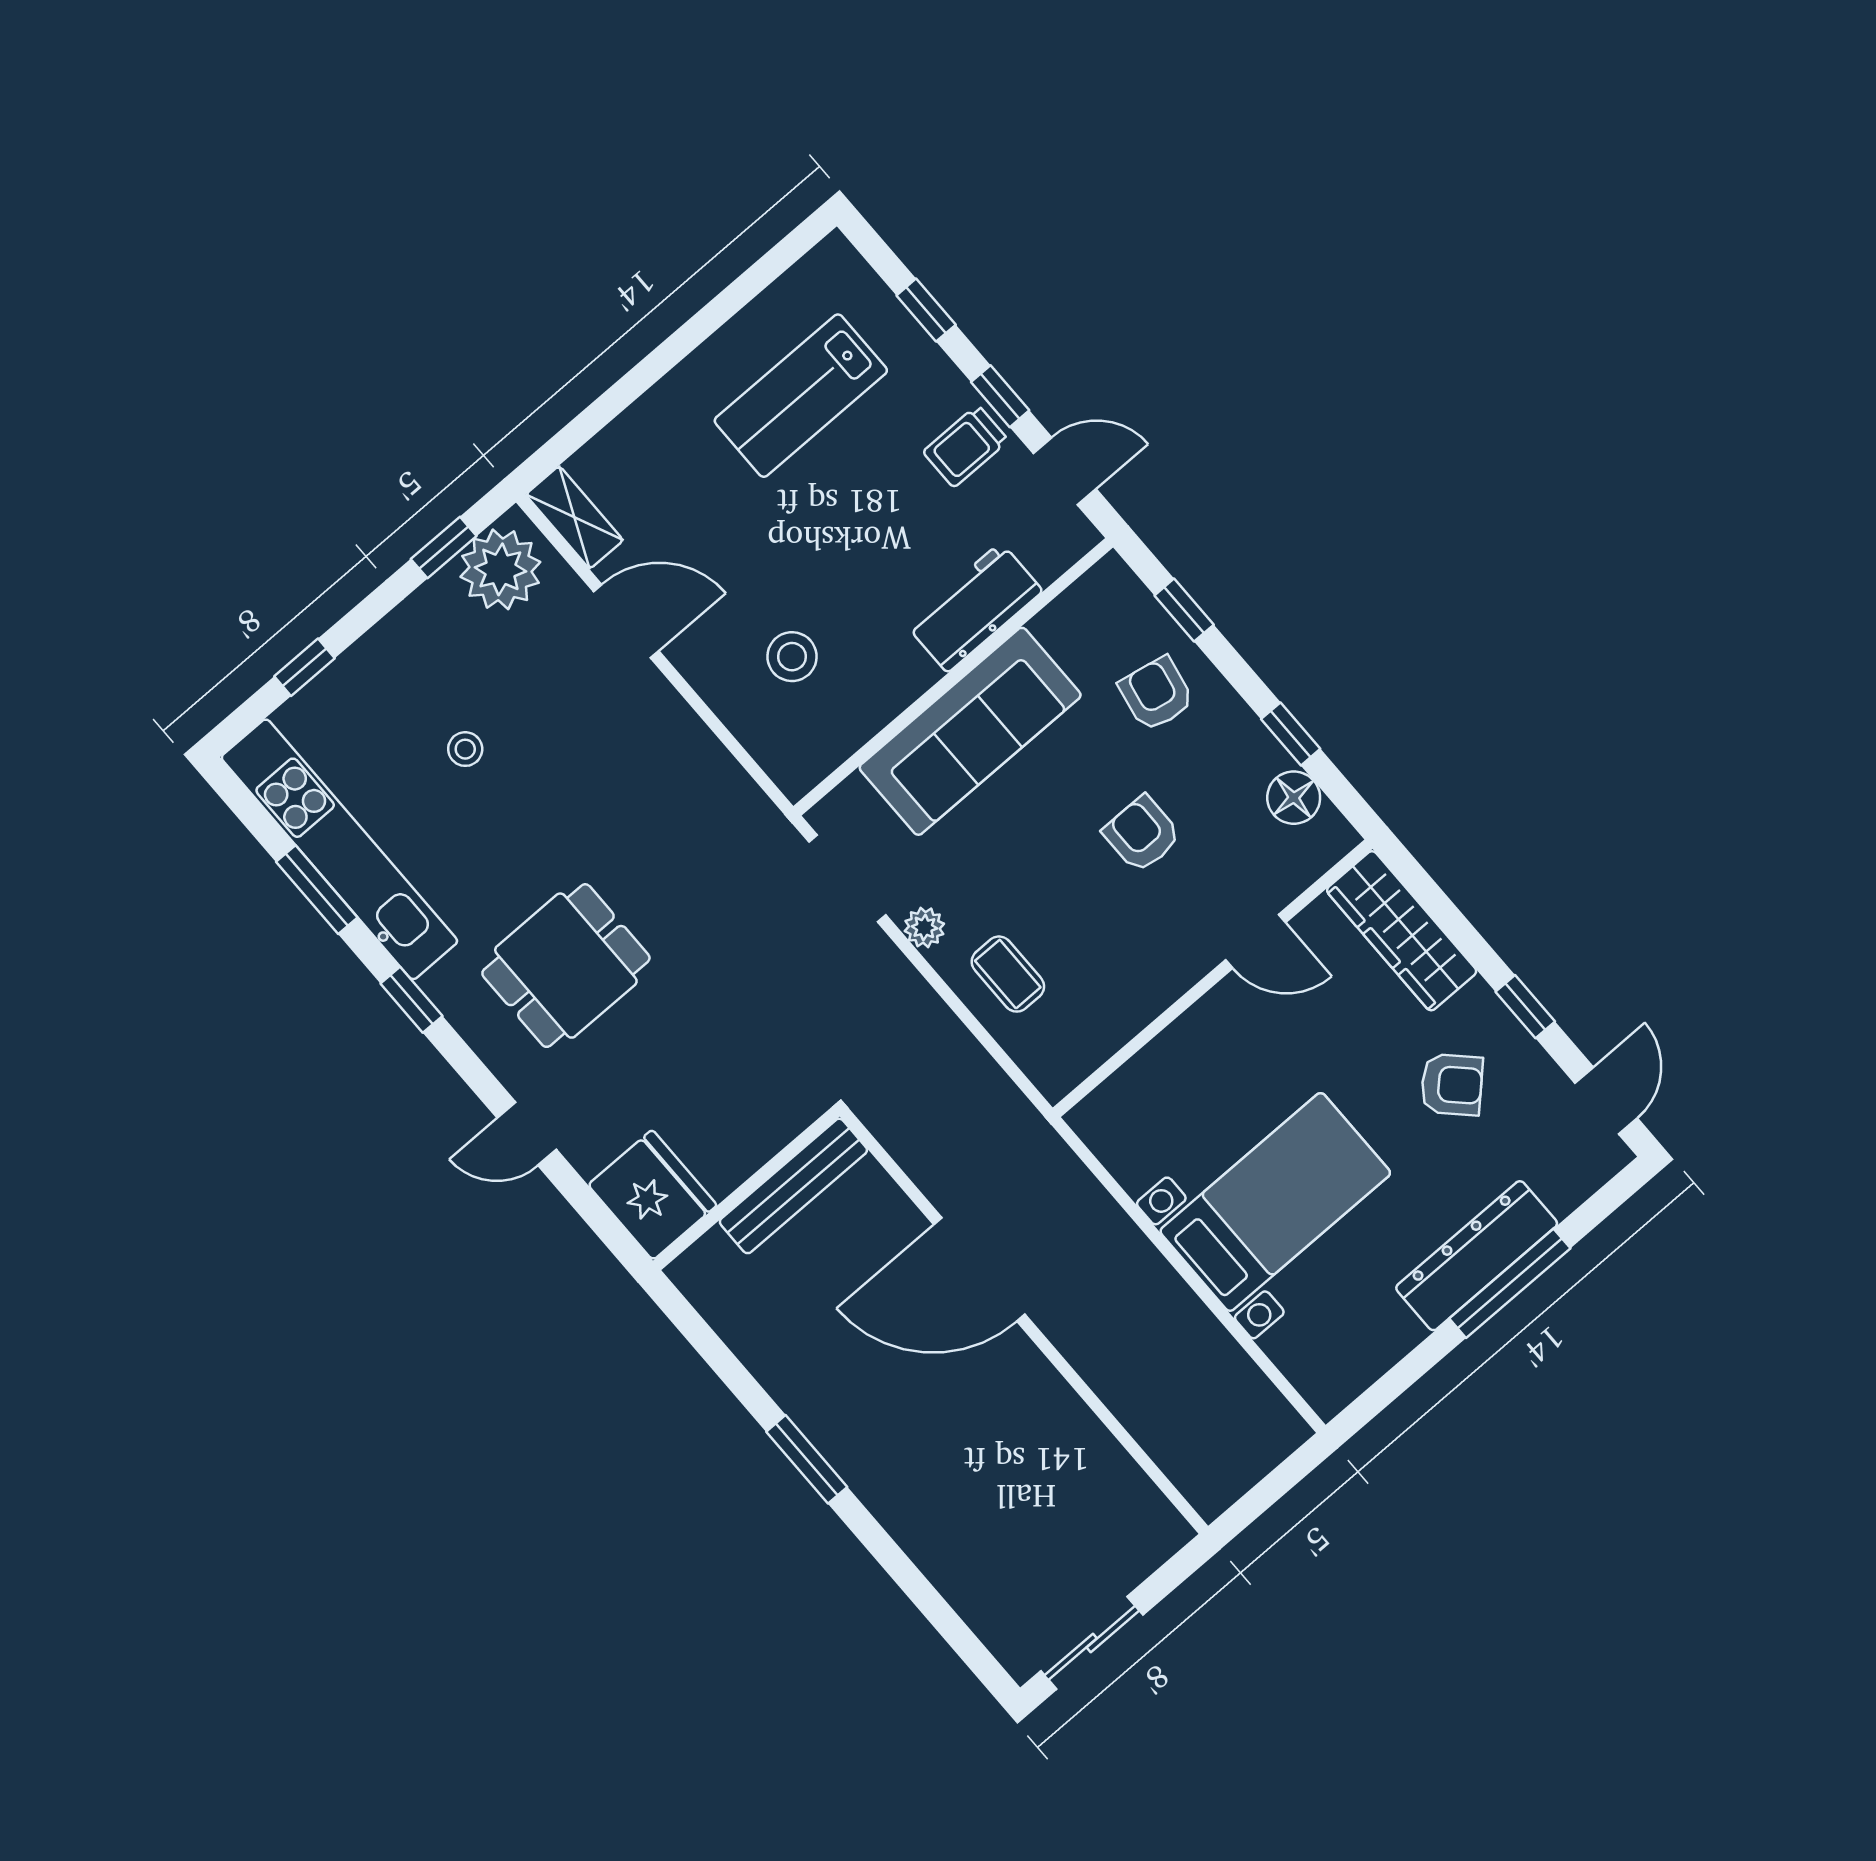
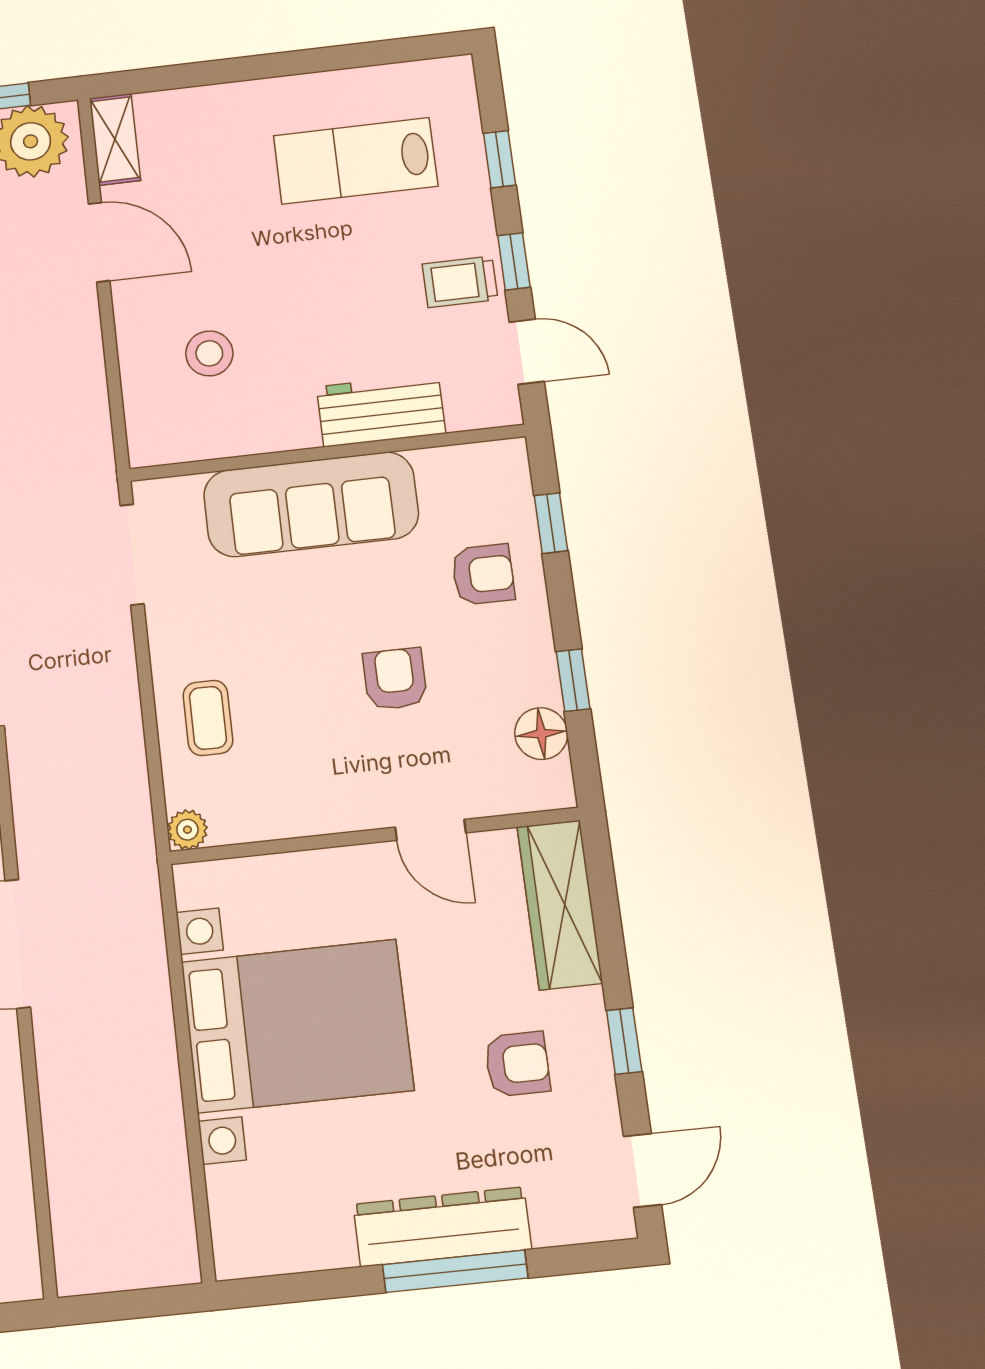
armchair: (1156, 694) -> (483, 574), turned 79
plant: (924, 927) -> (187, 830), moved
armchair: (1452, 1085) -> (517, 1064), turned -45
bed with nightstands: (1275, 1202) -> (297, 1026), width x1.36

